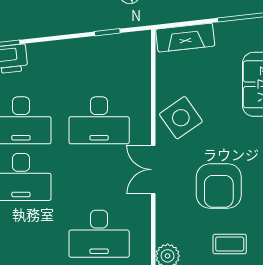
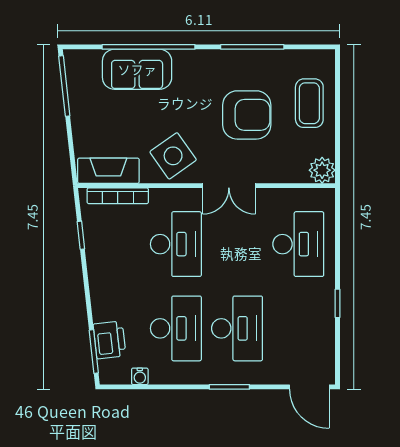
fireplace: (185, 38) -> (108, 171), moved, turned -84
bookcase: (144, 66) -> (118, 196), added
coffee table: (230, 244) -> (309, 103), width x1.36, depth x1.30

